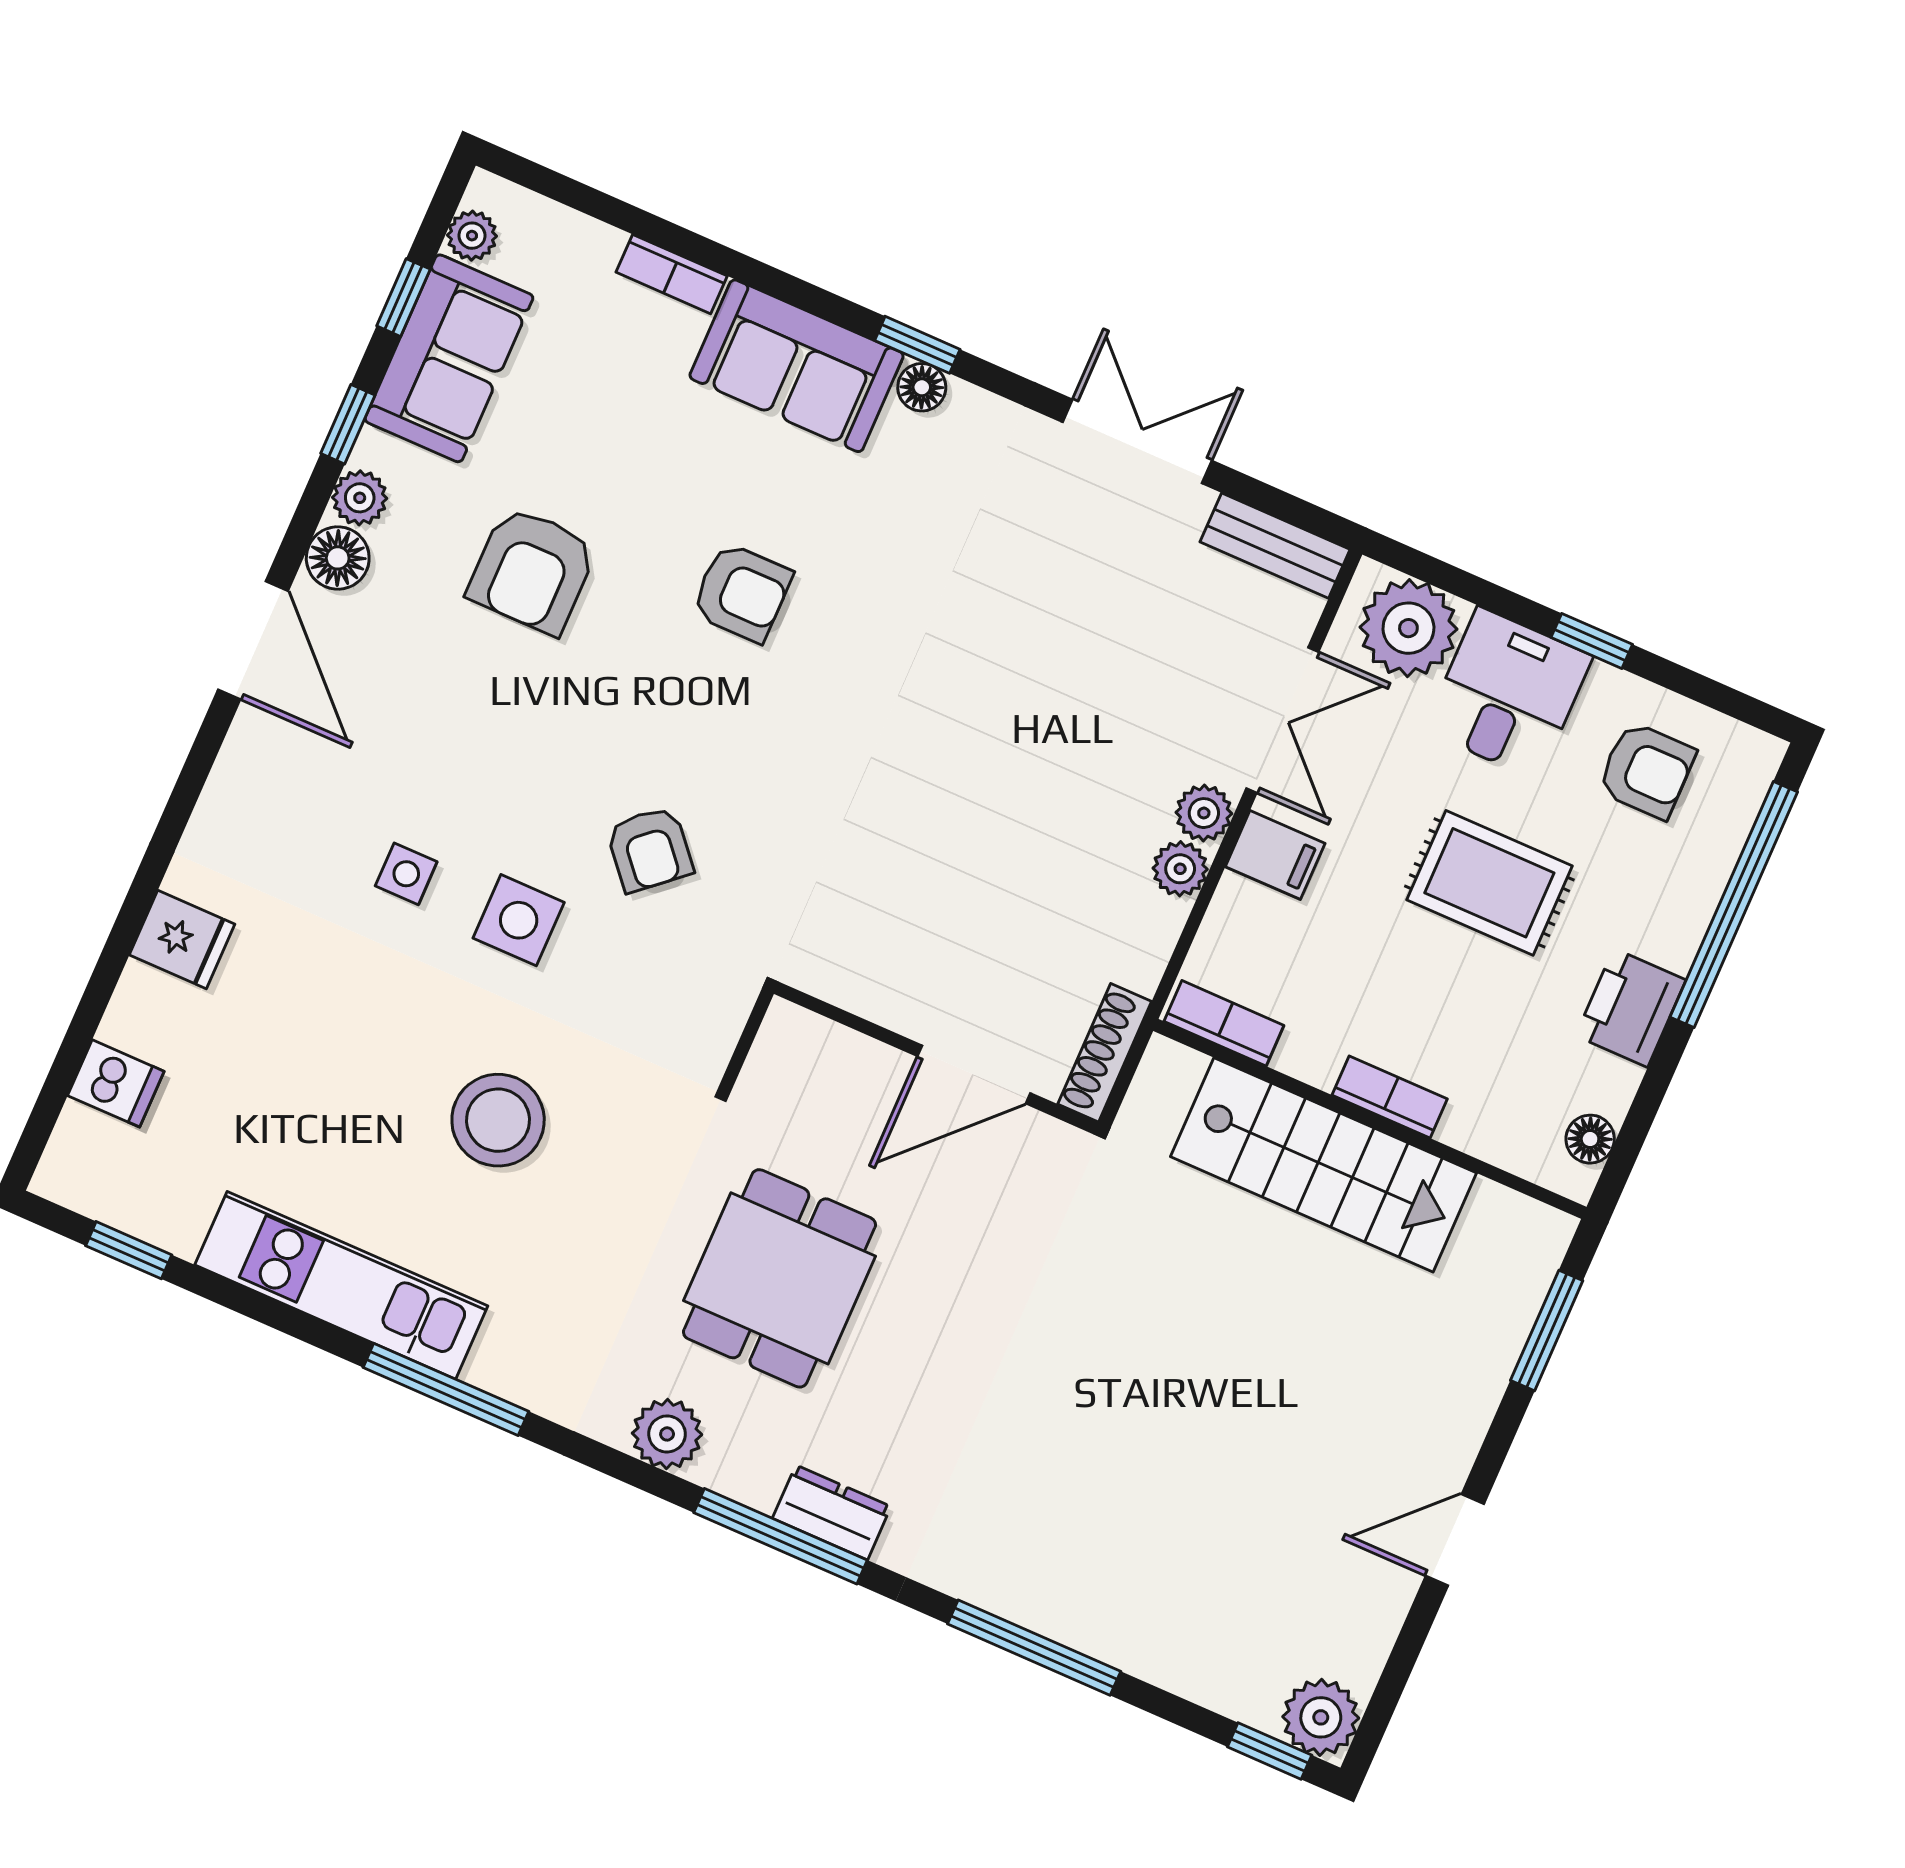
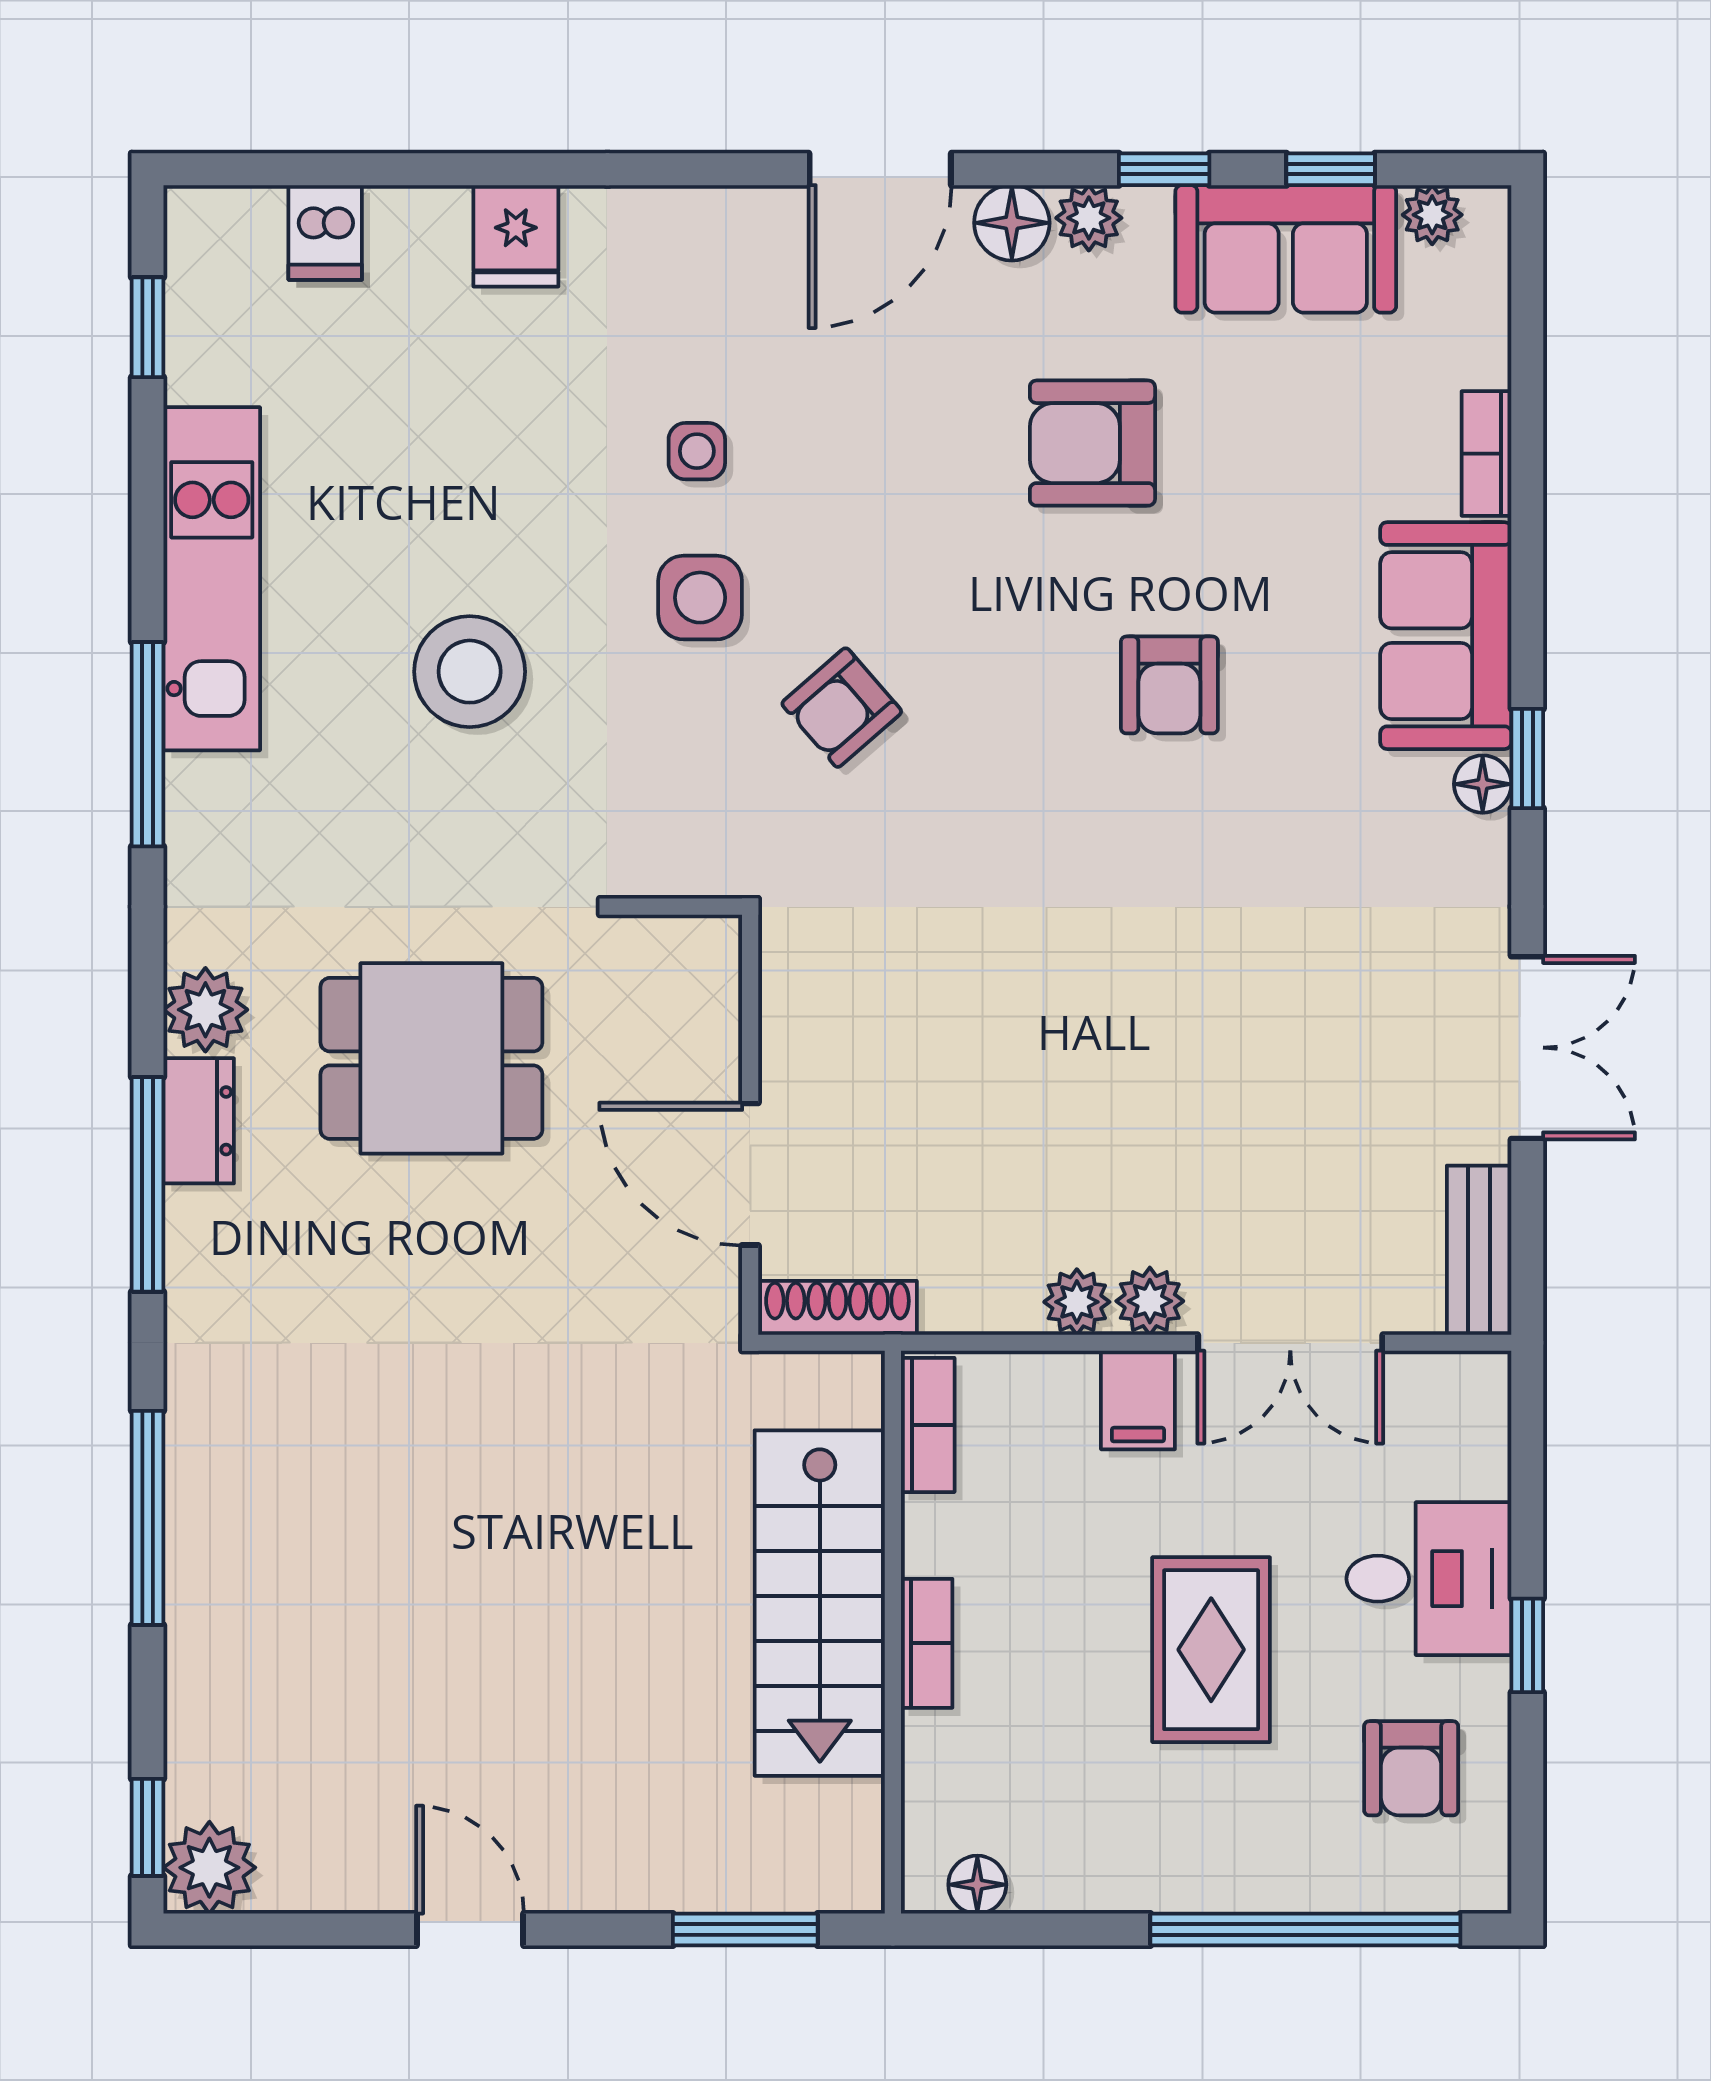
plant: (1408, 628) -> (1453, 1437), removed
printer: (1631, 1008) -> (1142, 1866), removed
dresser: (832, 1512) -> (199, 1121), moved

